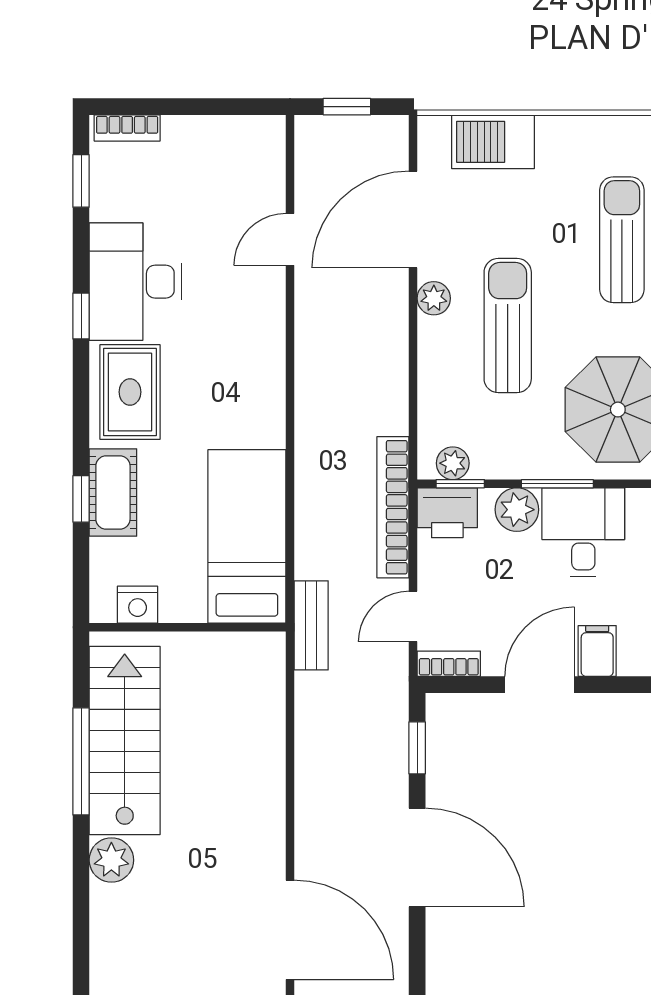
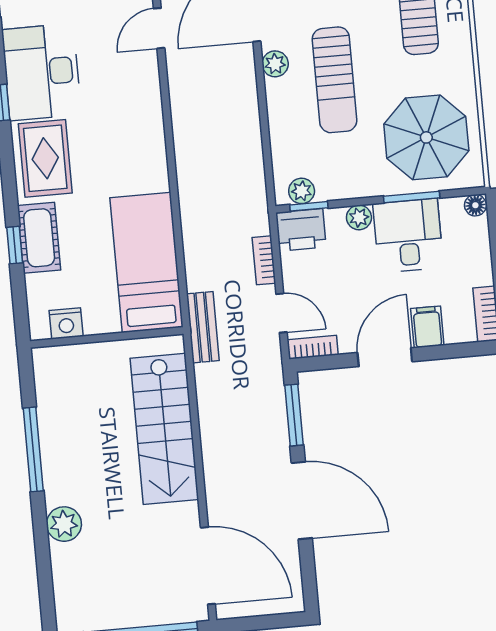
sun lounger: (508, 326) -> (335, 80), turned 180
window: (557, 484) -> (412, 197), moved
bookcase: (393, 507) -> (264, 260), width x0.43, depth x0.76
plant: (517, 510) -> (359, 217), width x0.73, depth x0.73
door: (413, 616) -> (282, 313), swing flipped
stairs: (125, 740) -> (164, 429), moved, turned 180
window: (417, 748) -> (294, 415), width x1.50

